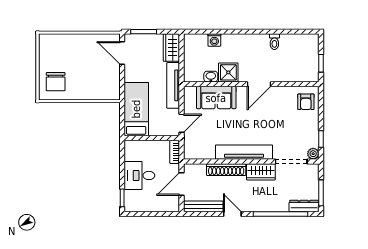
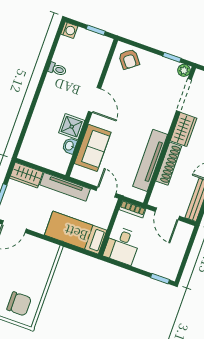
washing machine: (214, 40) -> (69, 30), moved
armchair: (306, 102) -> (129, 59), turned 52
tv unit: (244, 152) -> (150, 160), moved
desk: (139, 175) -> (122, 245), moved

